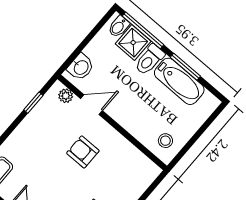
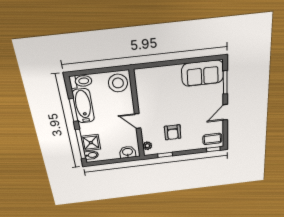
toilet: (150, 60) -> (81, 81), moved
door: (91, 105) -> (138, 121), moved
stool: (165, 141) -> (118, 83), width x1.89, depth x1.89
armchair: (83, 152) -> (173, 132), moved

